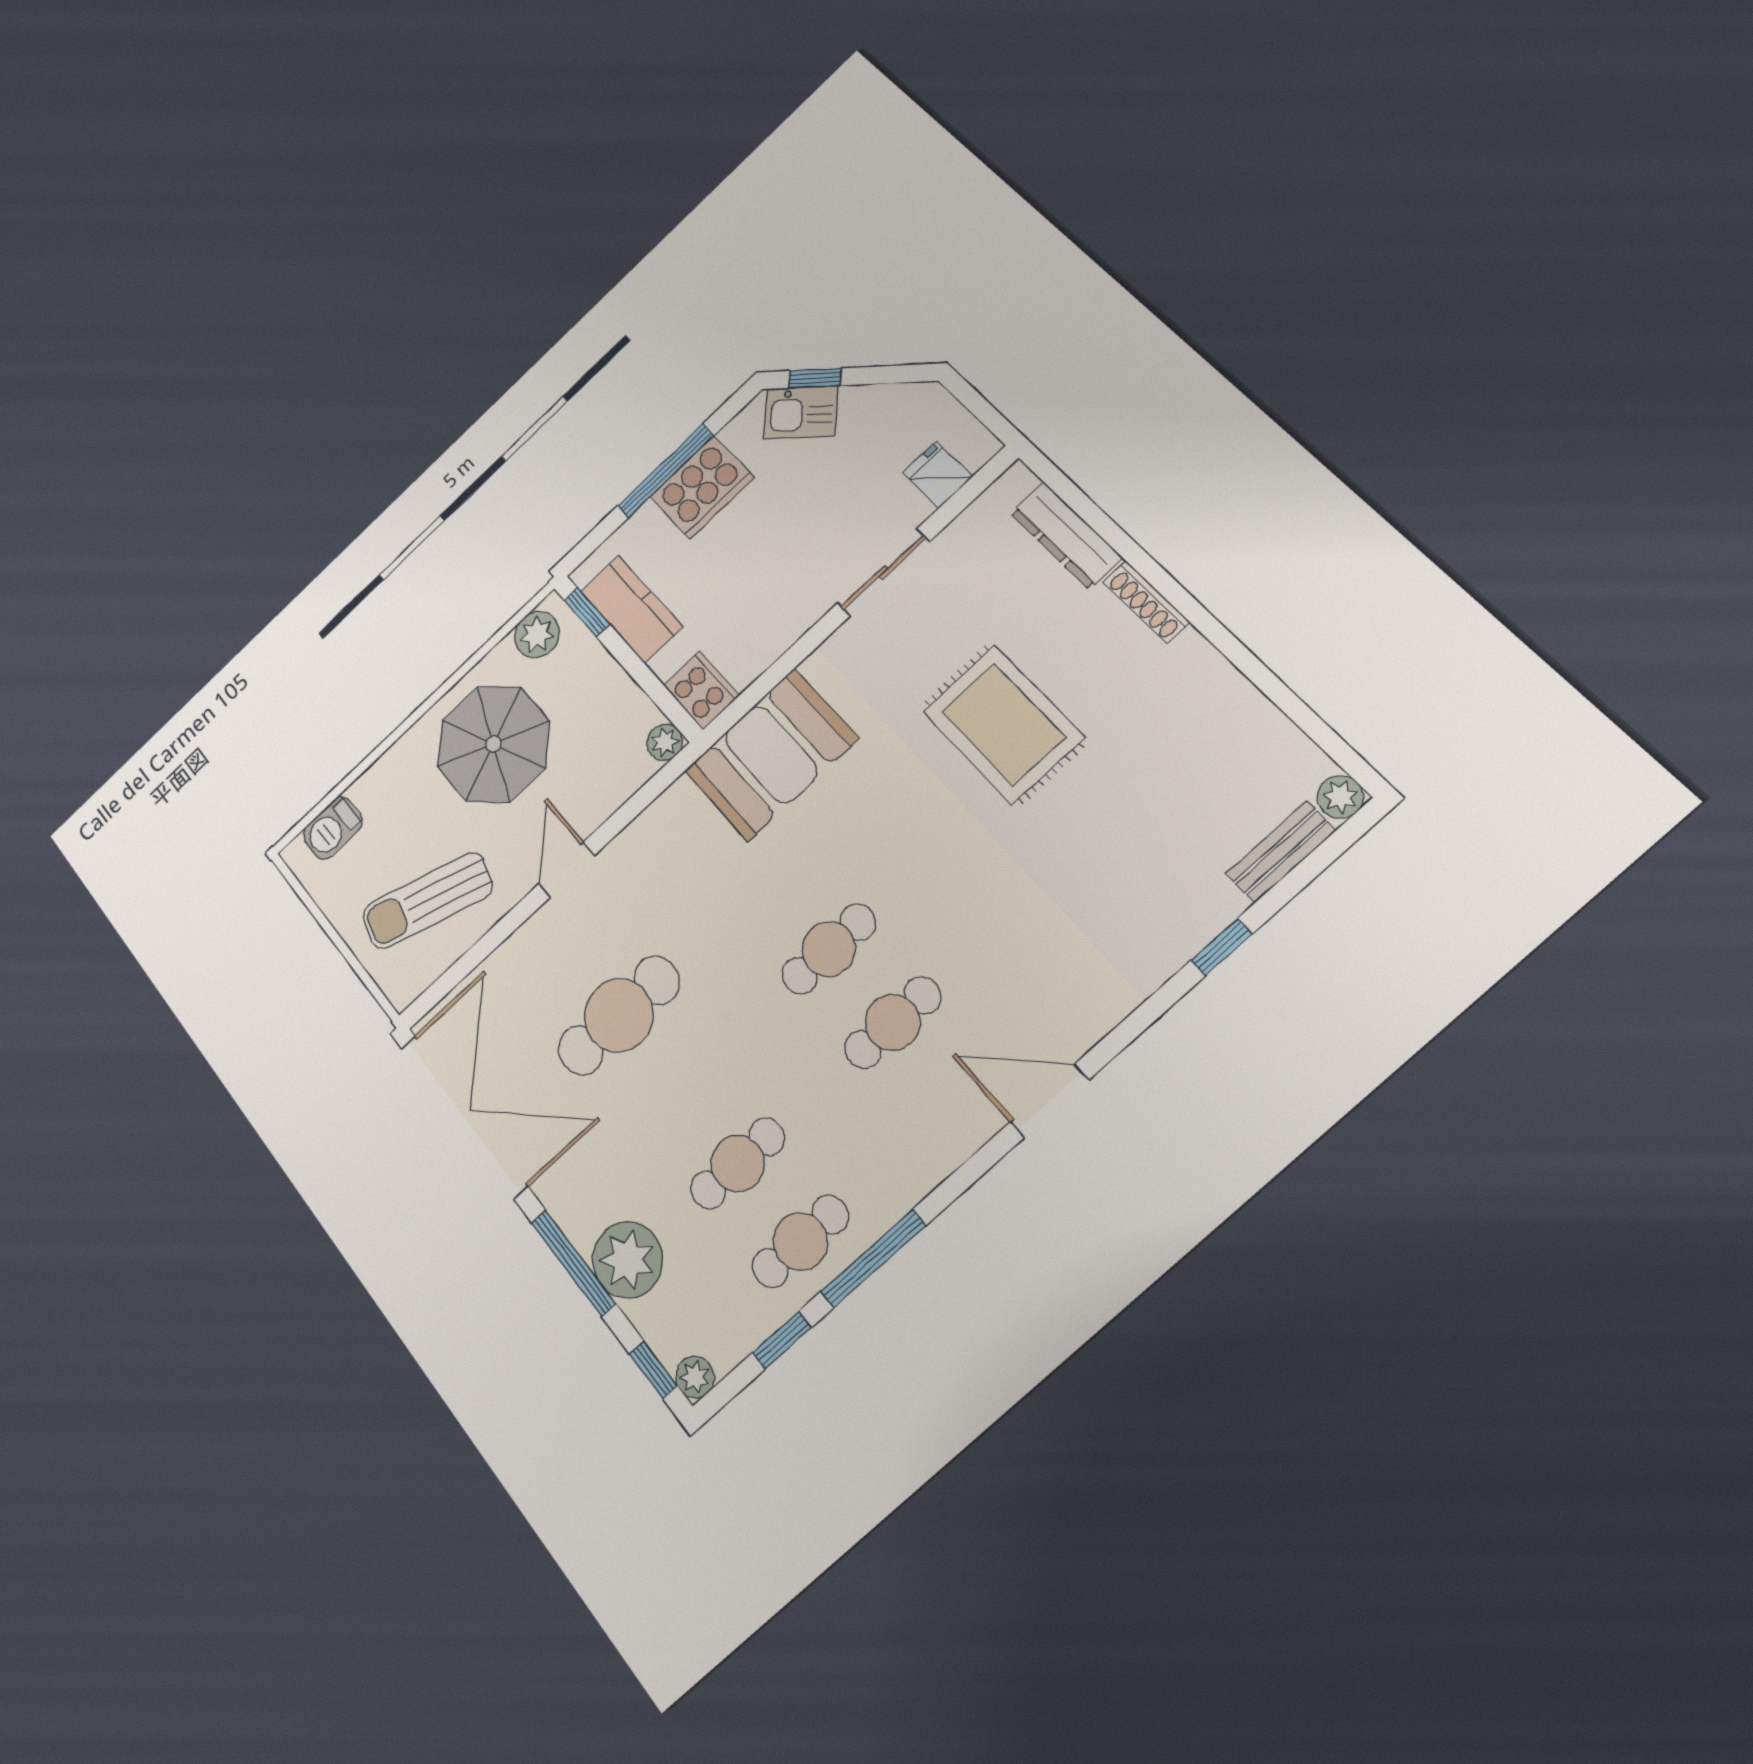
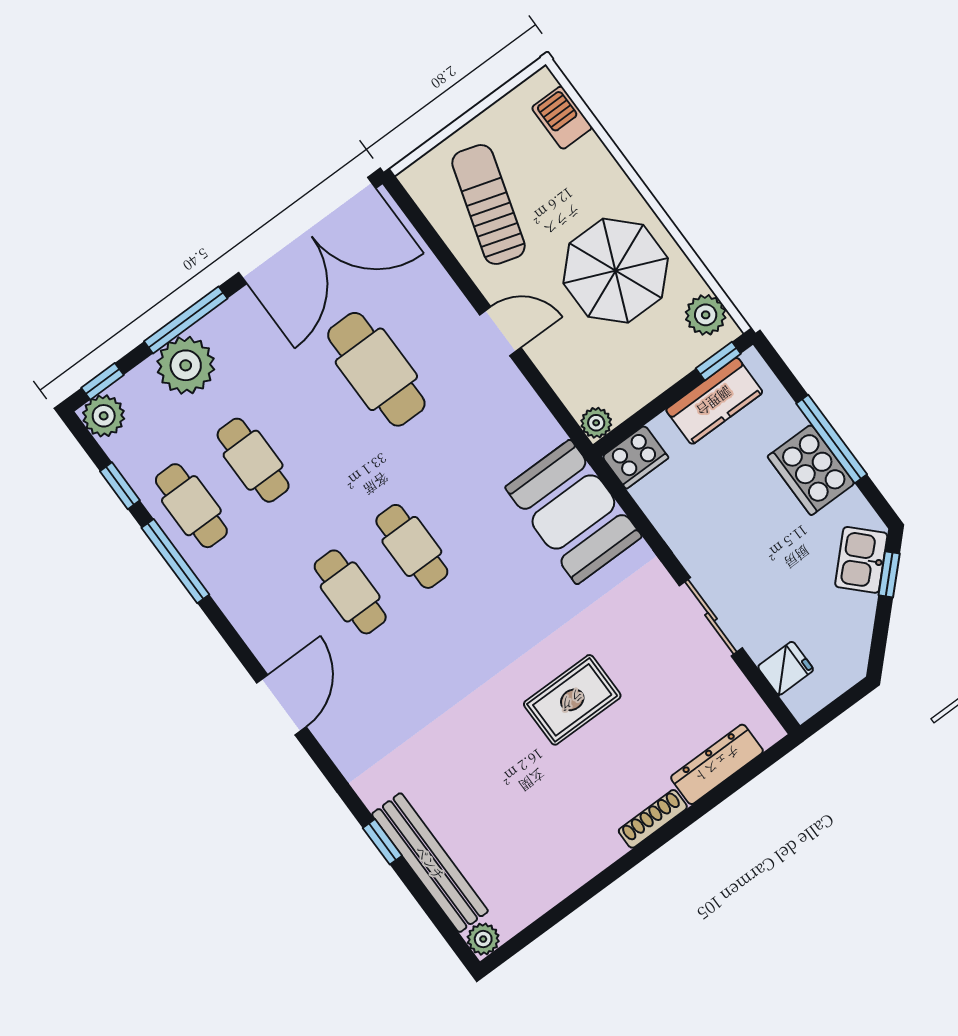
rug: (1003, 724) -> (572, 700), width x0.73, depth x0.70
bench: (1281, 852) -> (430, 863), width x1.86, depth x1.21
plant: (695, 1377) -> (104, 416), width x1.38, depth x1.38

